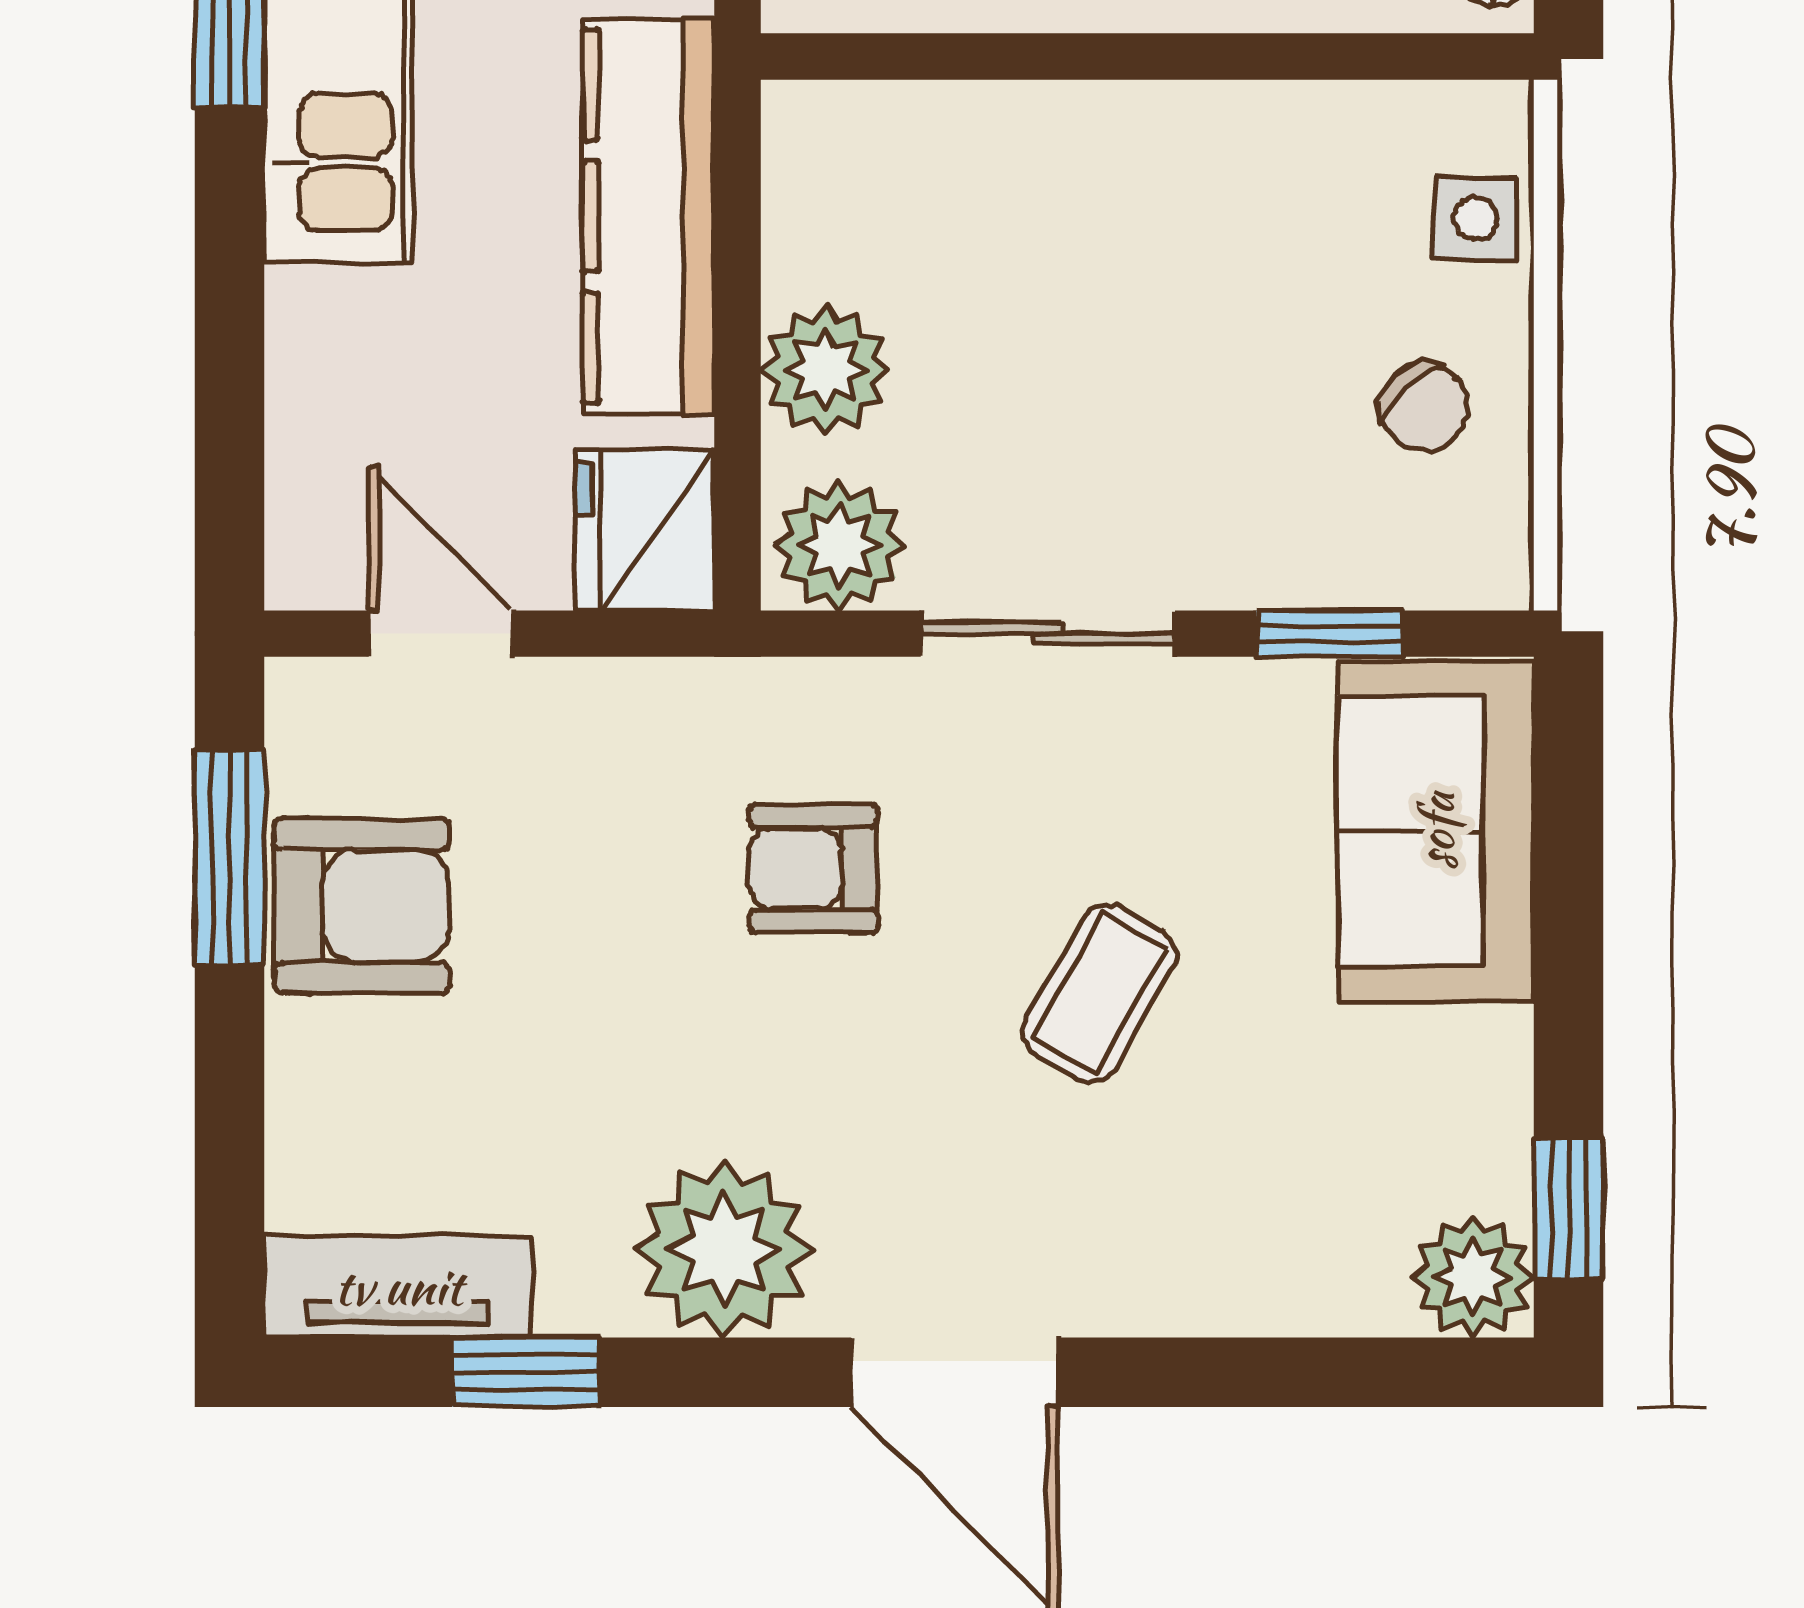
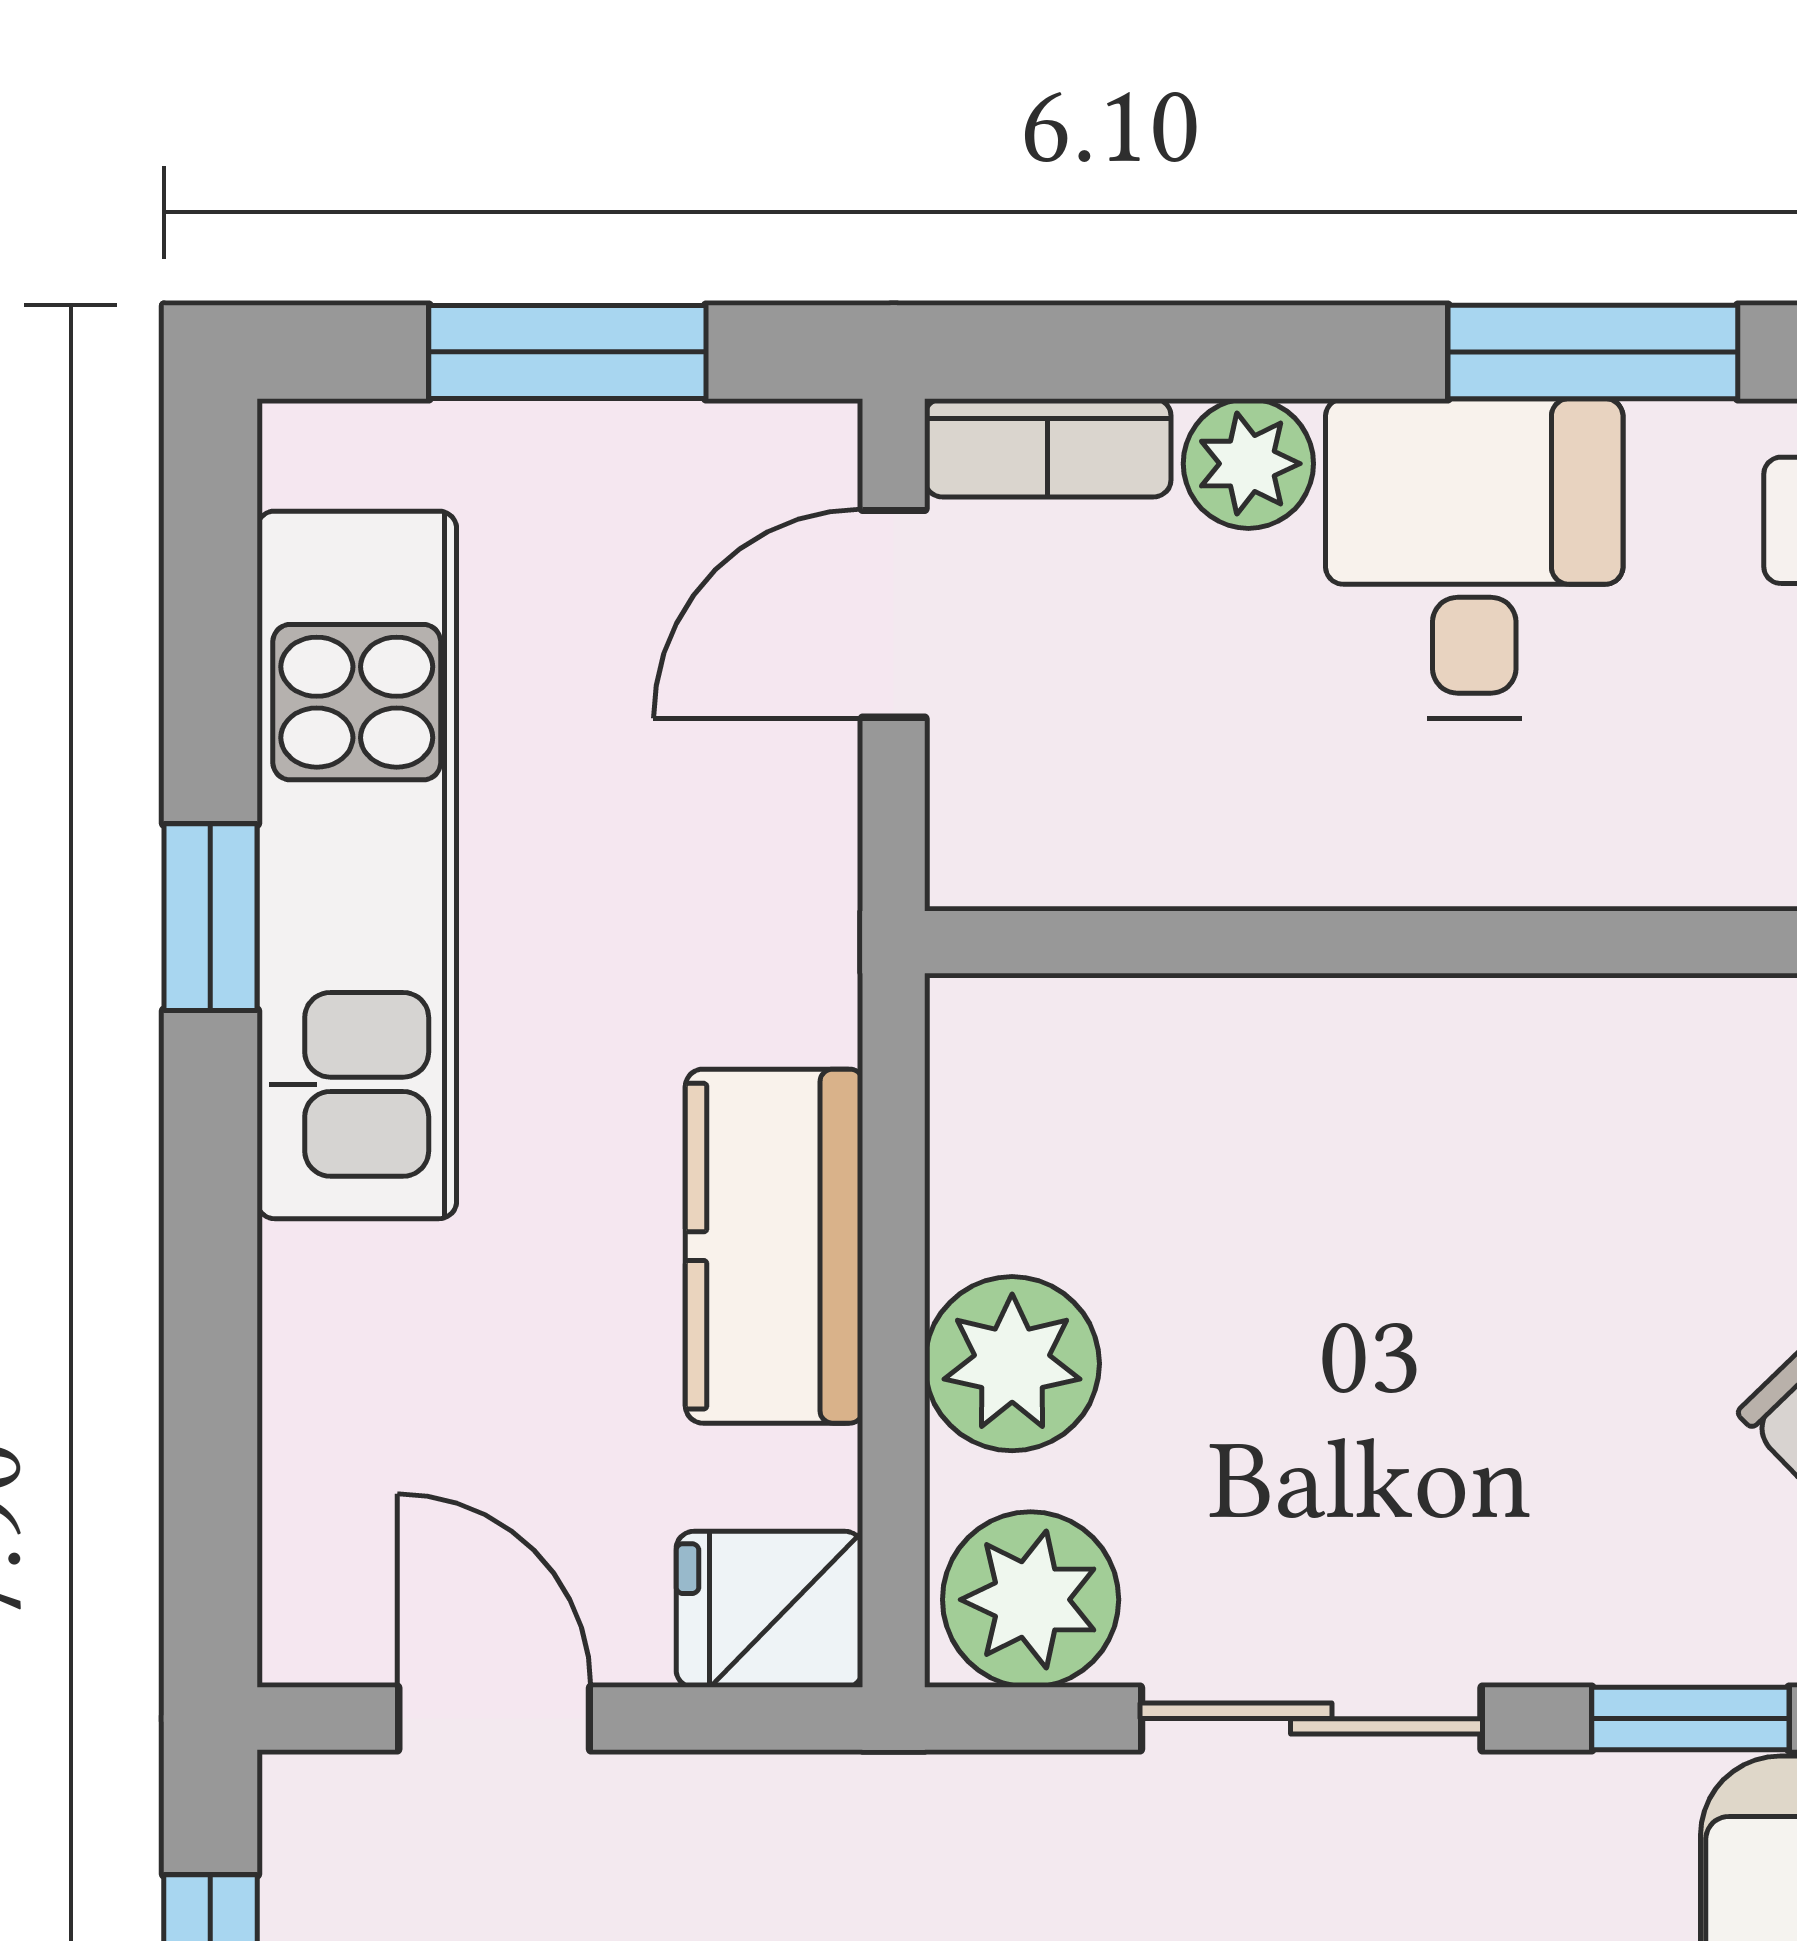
kitchen counter: (649, 217) -> (774, 1246), width x0.67
fridge: (645, 530) -> (769, 1609), width x0.72

